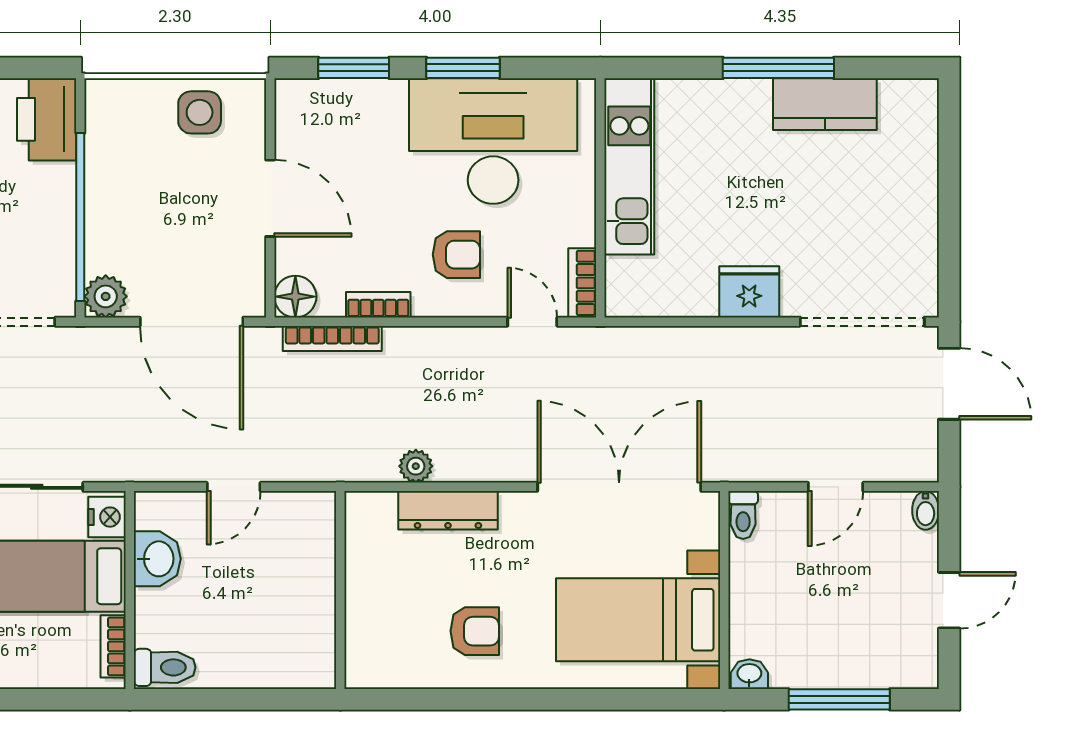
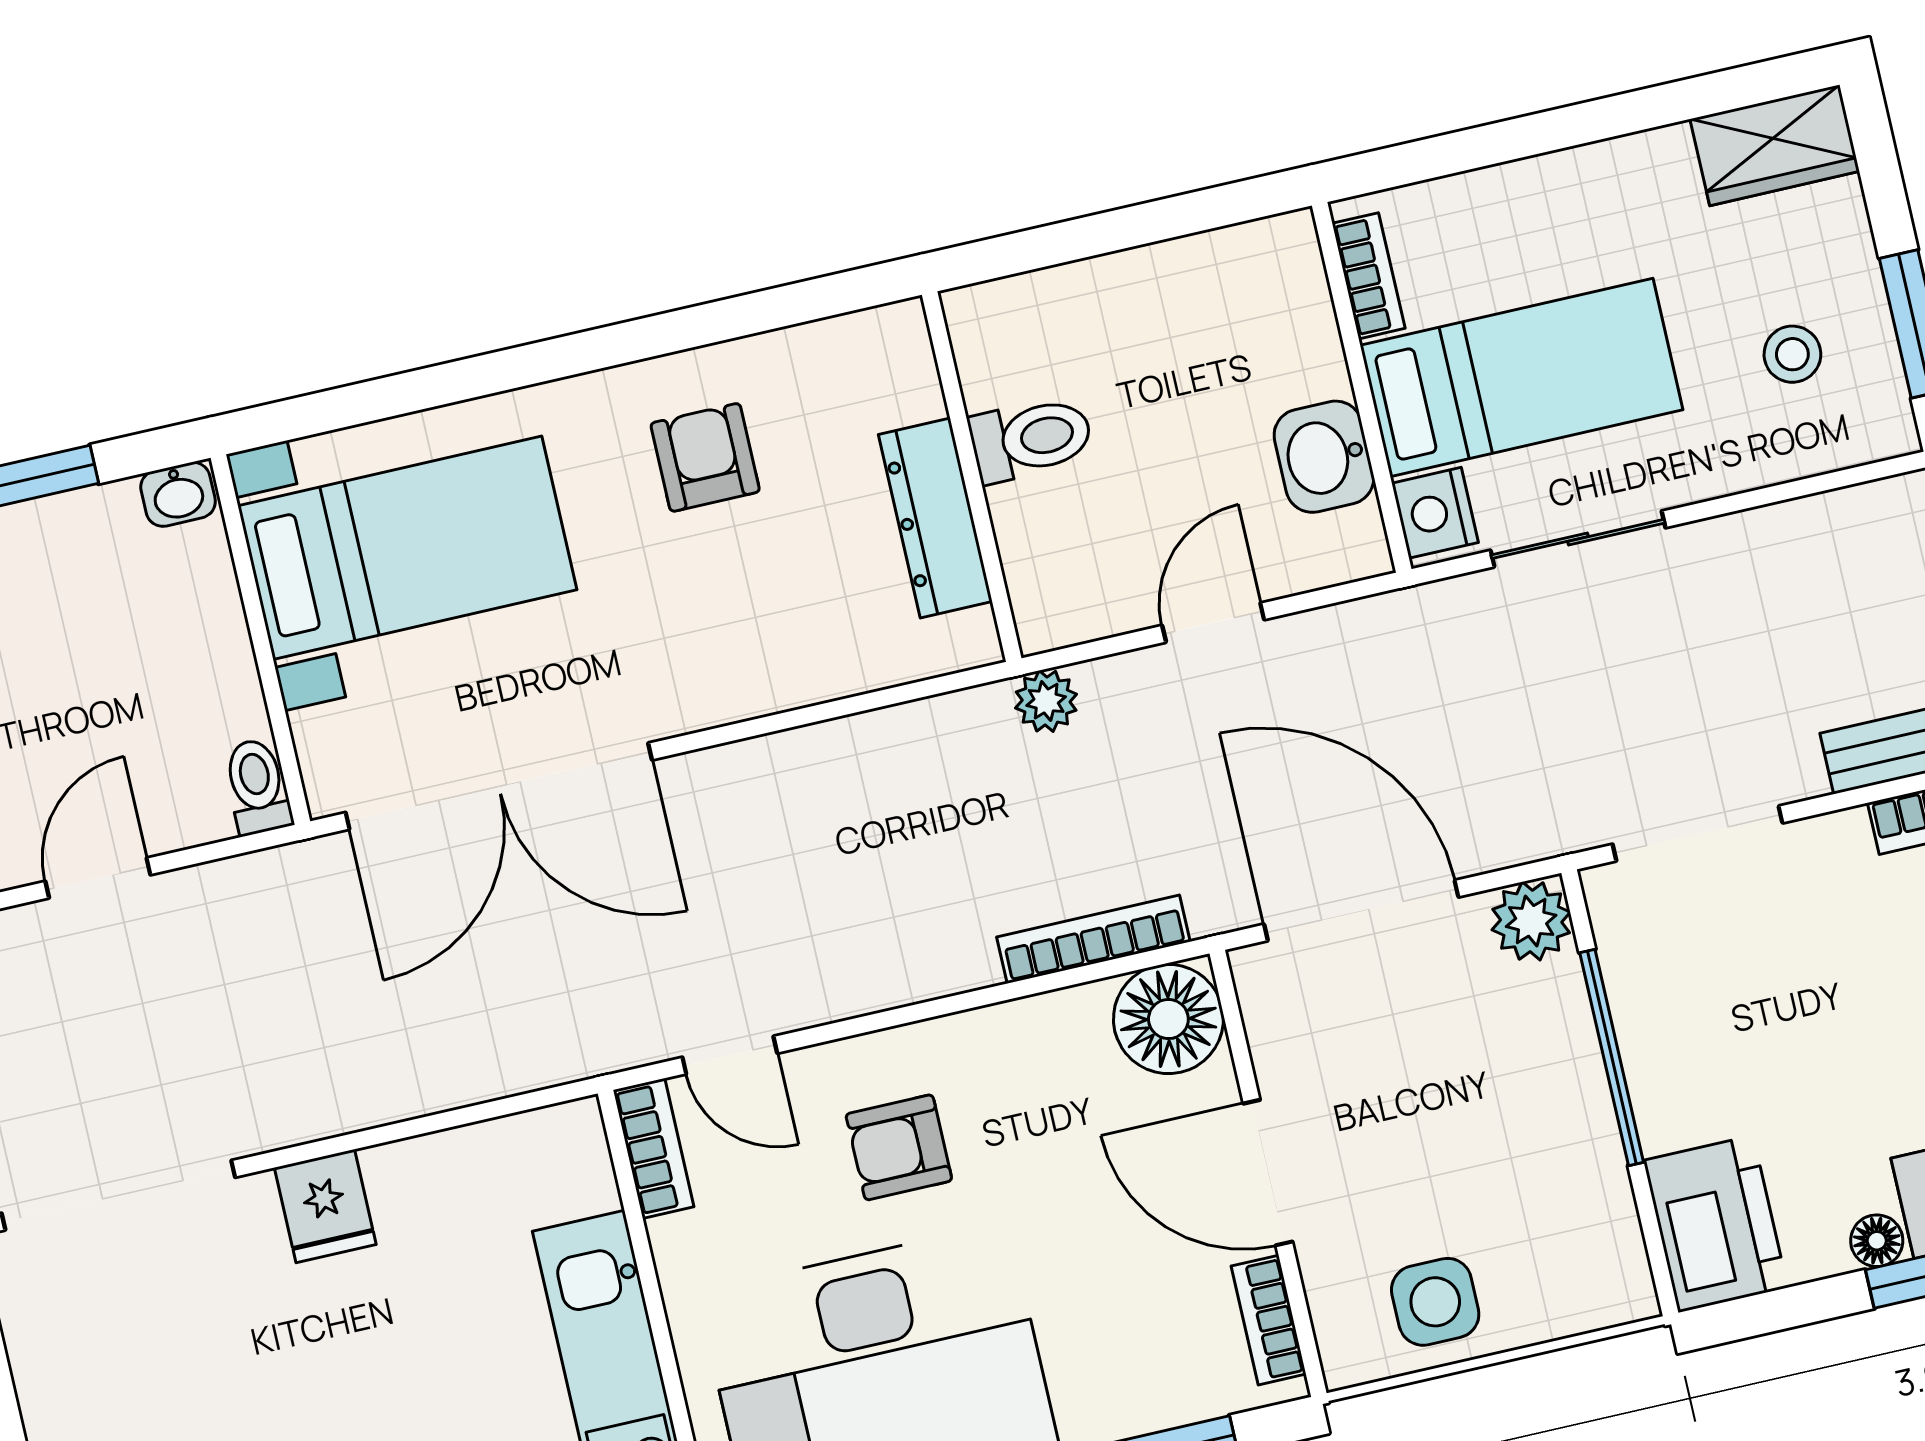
window: (80, 217) -> (1612, 1057), width x0.68
fridge: (749, 292) -> (325, 1206), width x0.72
floor lamp: (295, 297) -> (1168, 1019), width x1.38, depth x1.38
bookcase: (378, 305) -> (1269, 1320), moved, turned 90
plant: (416, 466) -> (1046, 701), moved
dresser: (448, 510) -> (935, 518), moved, turned -90
armchair: (475, 631) -> (705, 457), turned 90
toilet: (165, 667) -> (1031, 439), moved, turned 180

